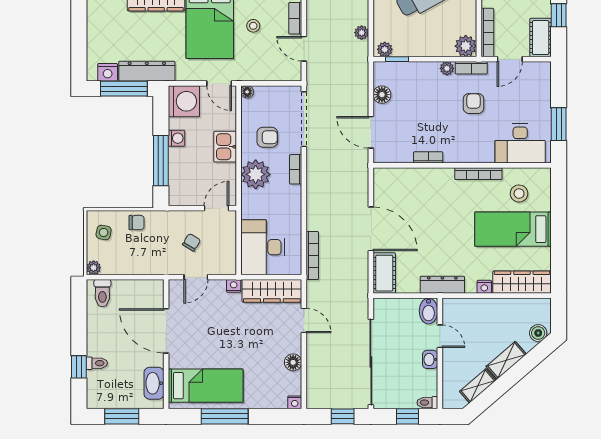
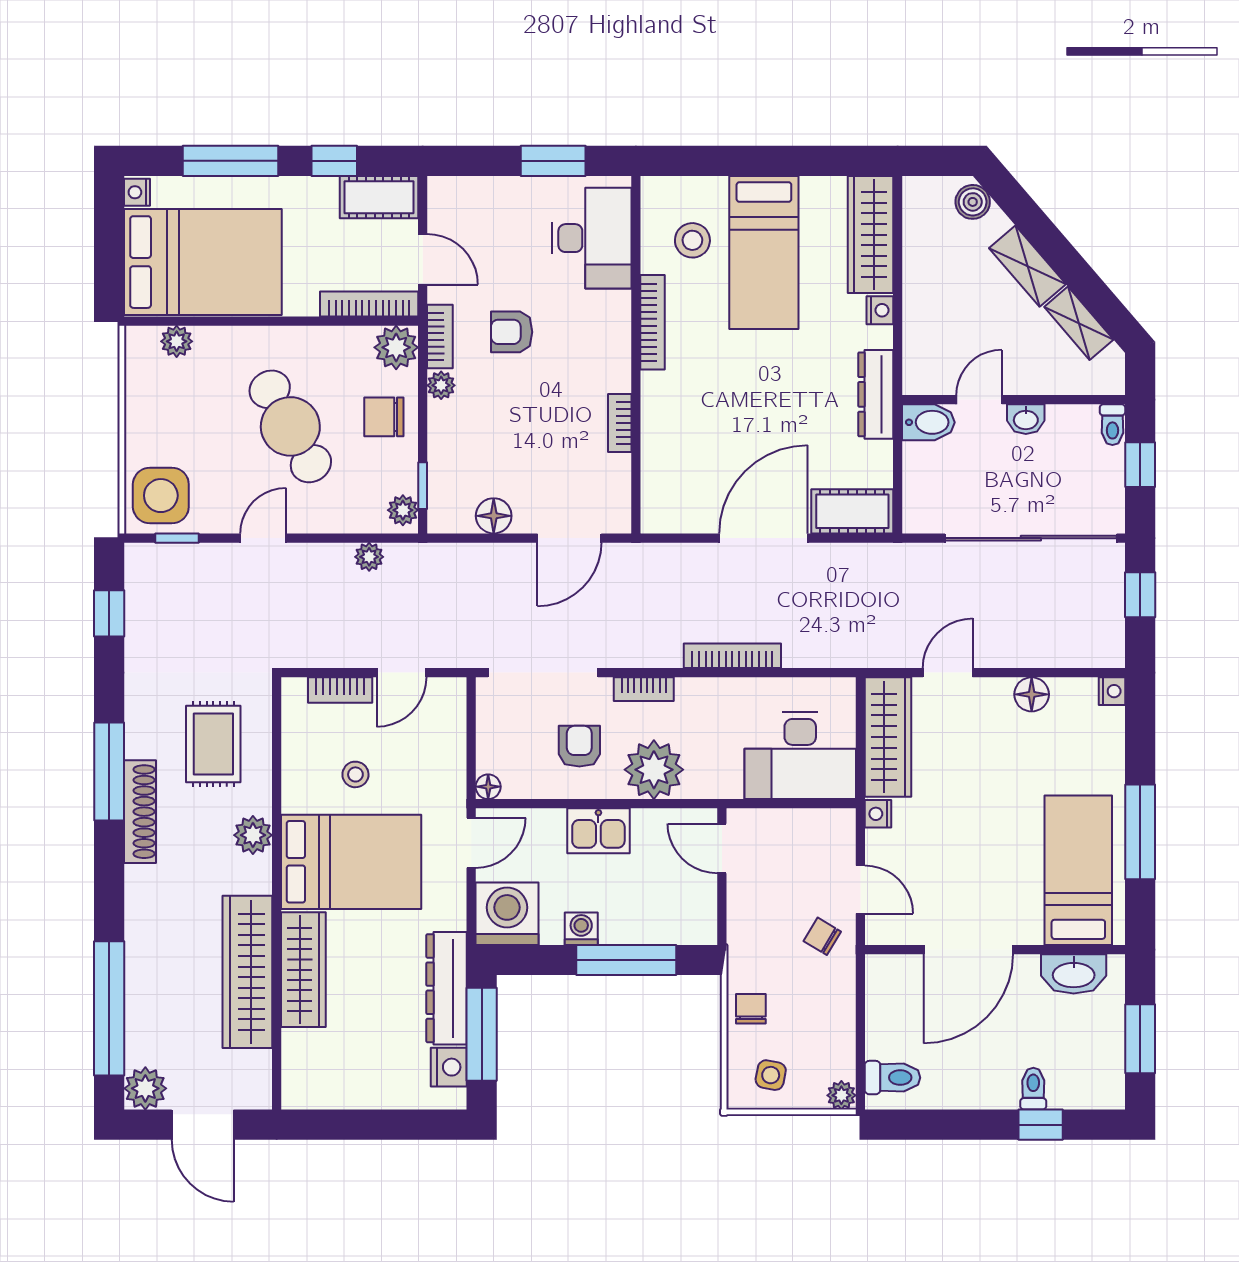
chair: (431, 40) -> (384, 417), added
chair: (192, 242) -> (822, 936), moved
bookcase: (312, 256) -> (732, 656), moved

